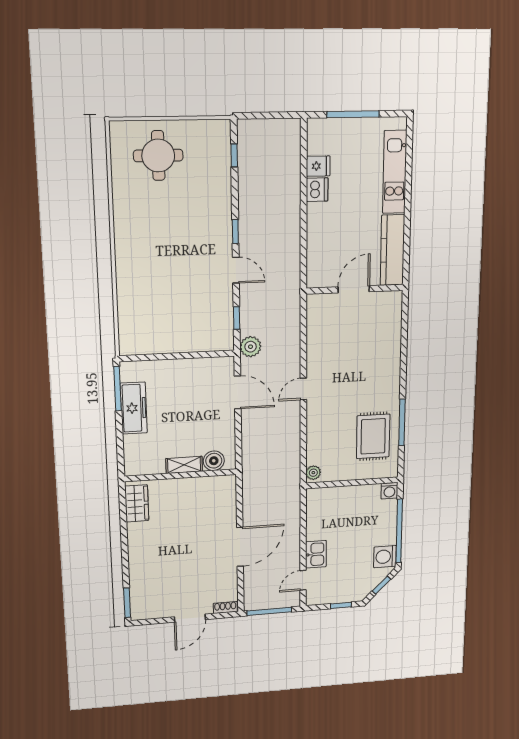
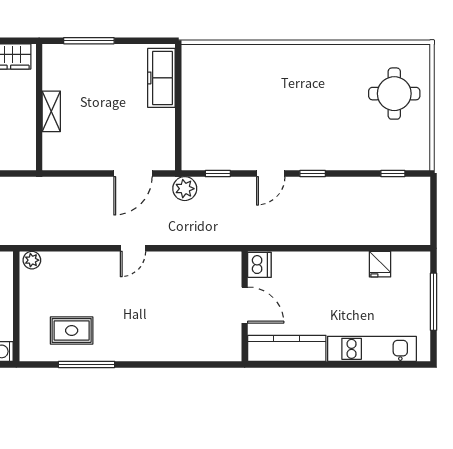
dishwasher: (317, 190) -> (259, 265), moved, turned -90
window: (117, 389) -> (89, 41), moved
door: (303, 389) -> (133, 248), swing flipped
freezer: (134, 408) -> (161, 78), moved, turned 90
rug: (373, 436) -> (72, 330), width x0.73, depth x0.70
boiler: (214, 461) -> (54, 145), removed

